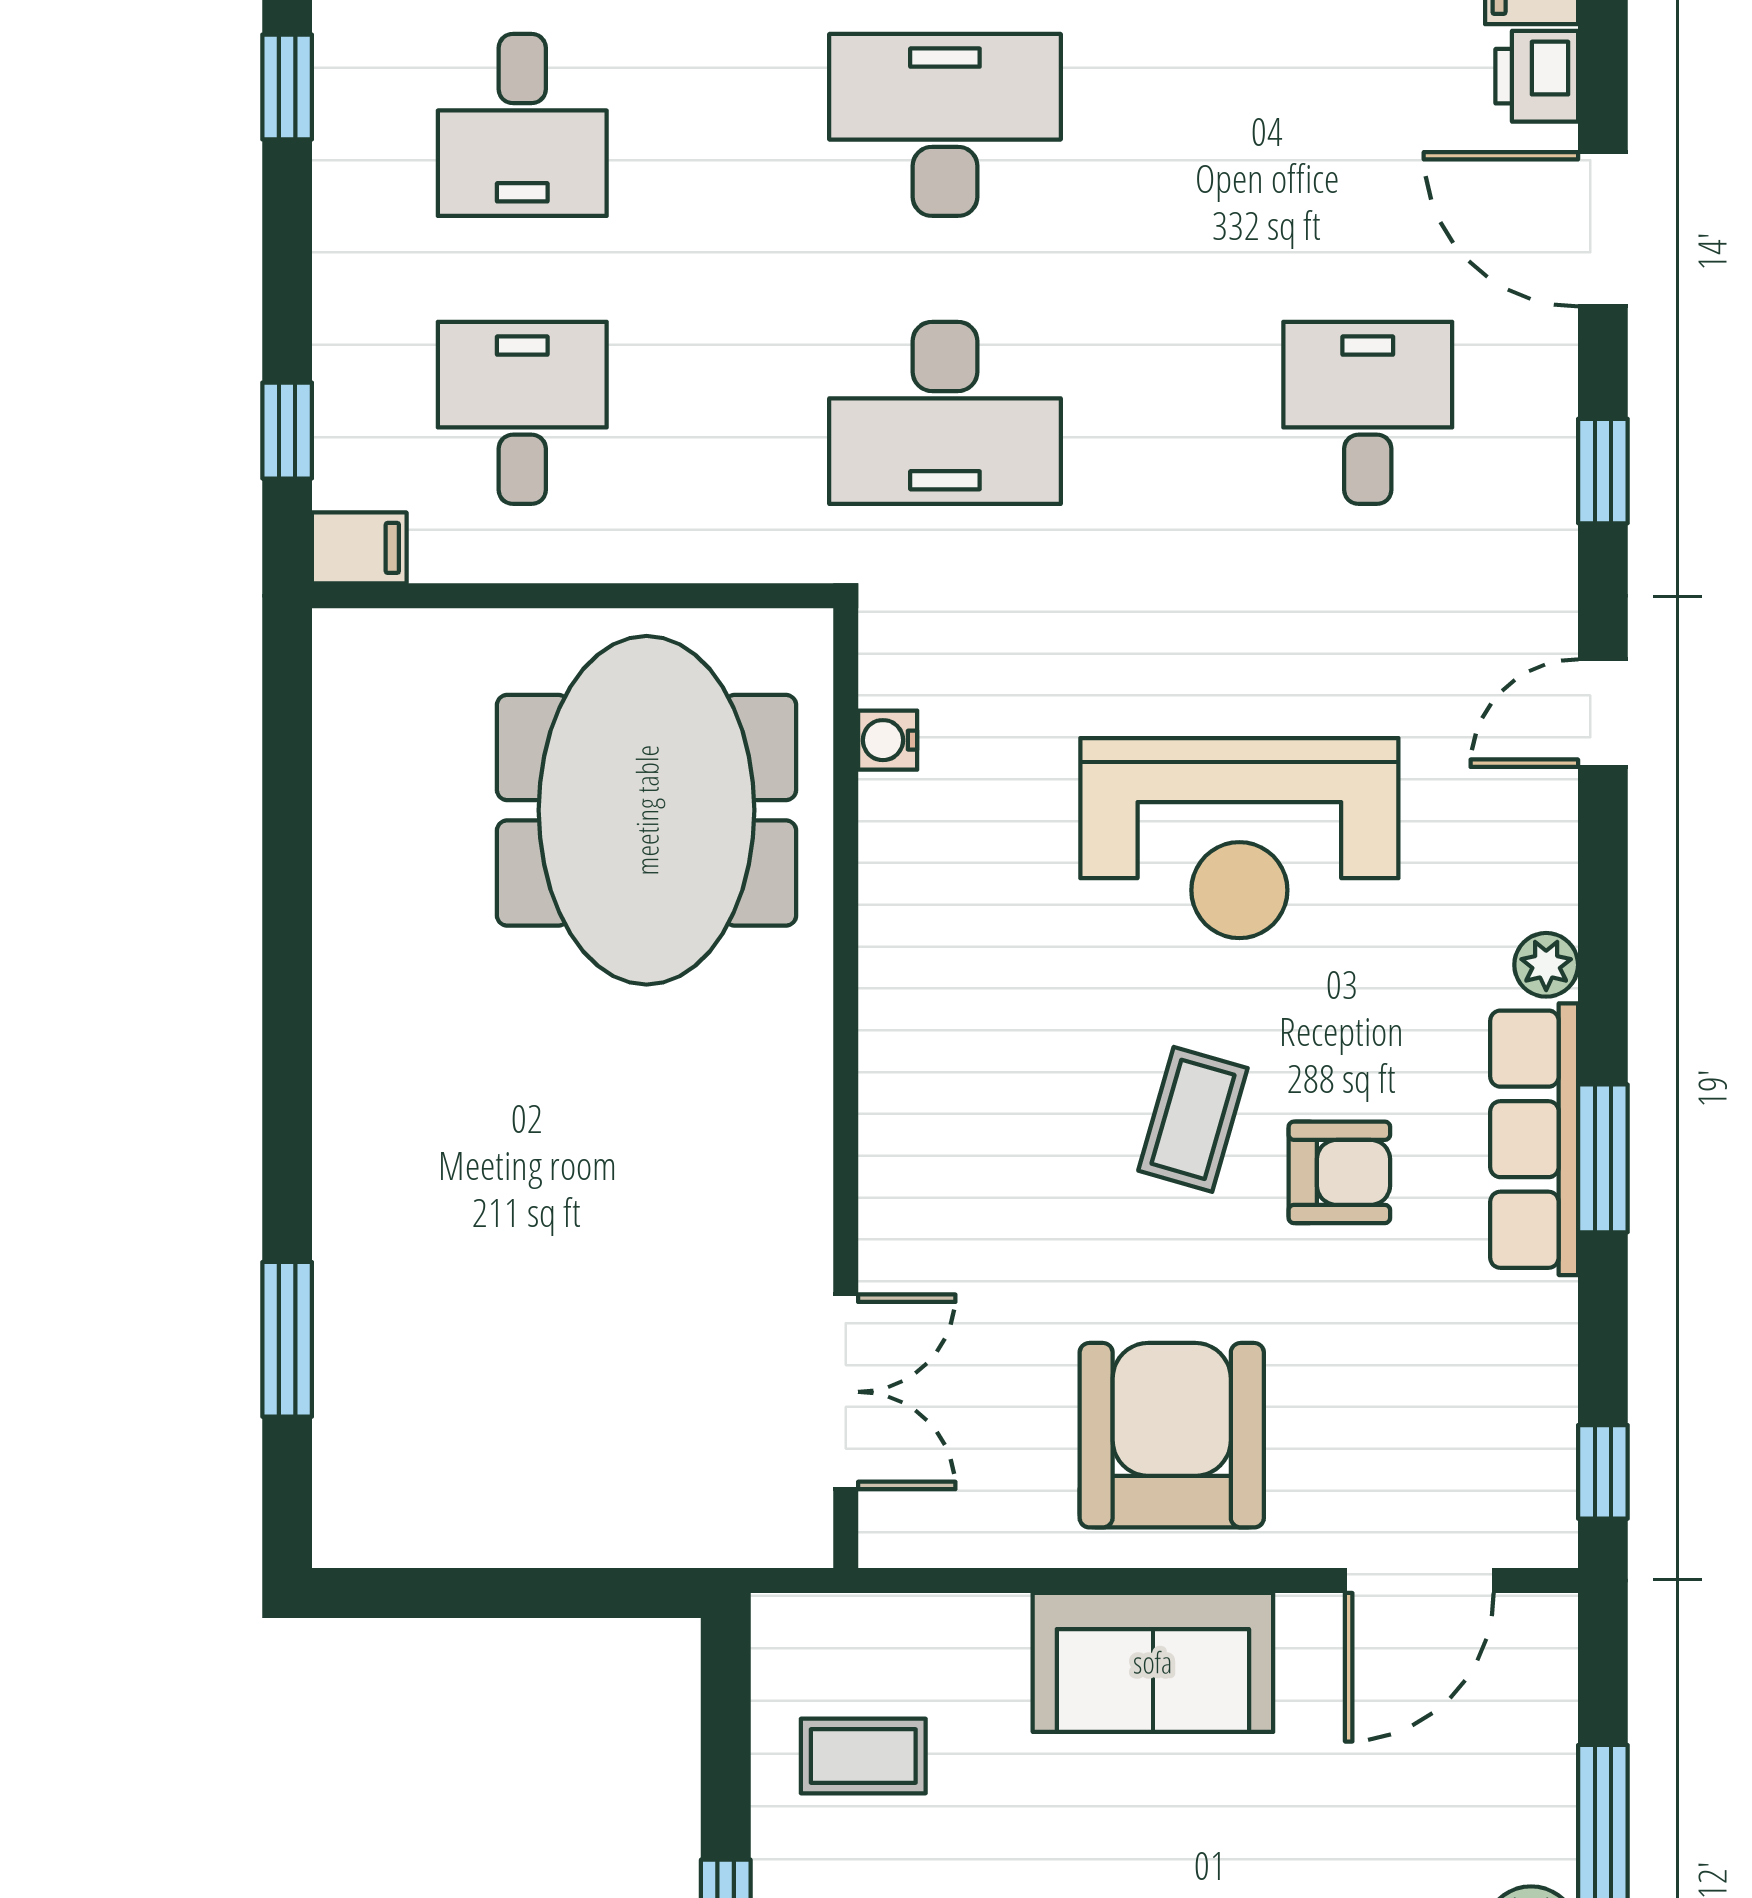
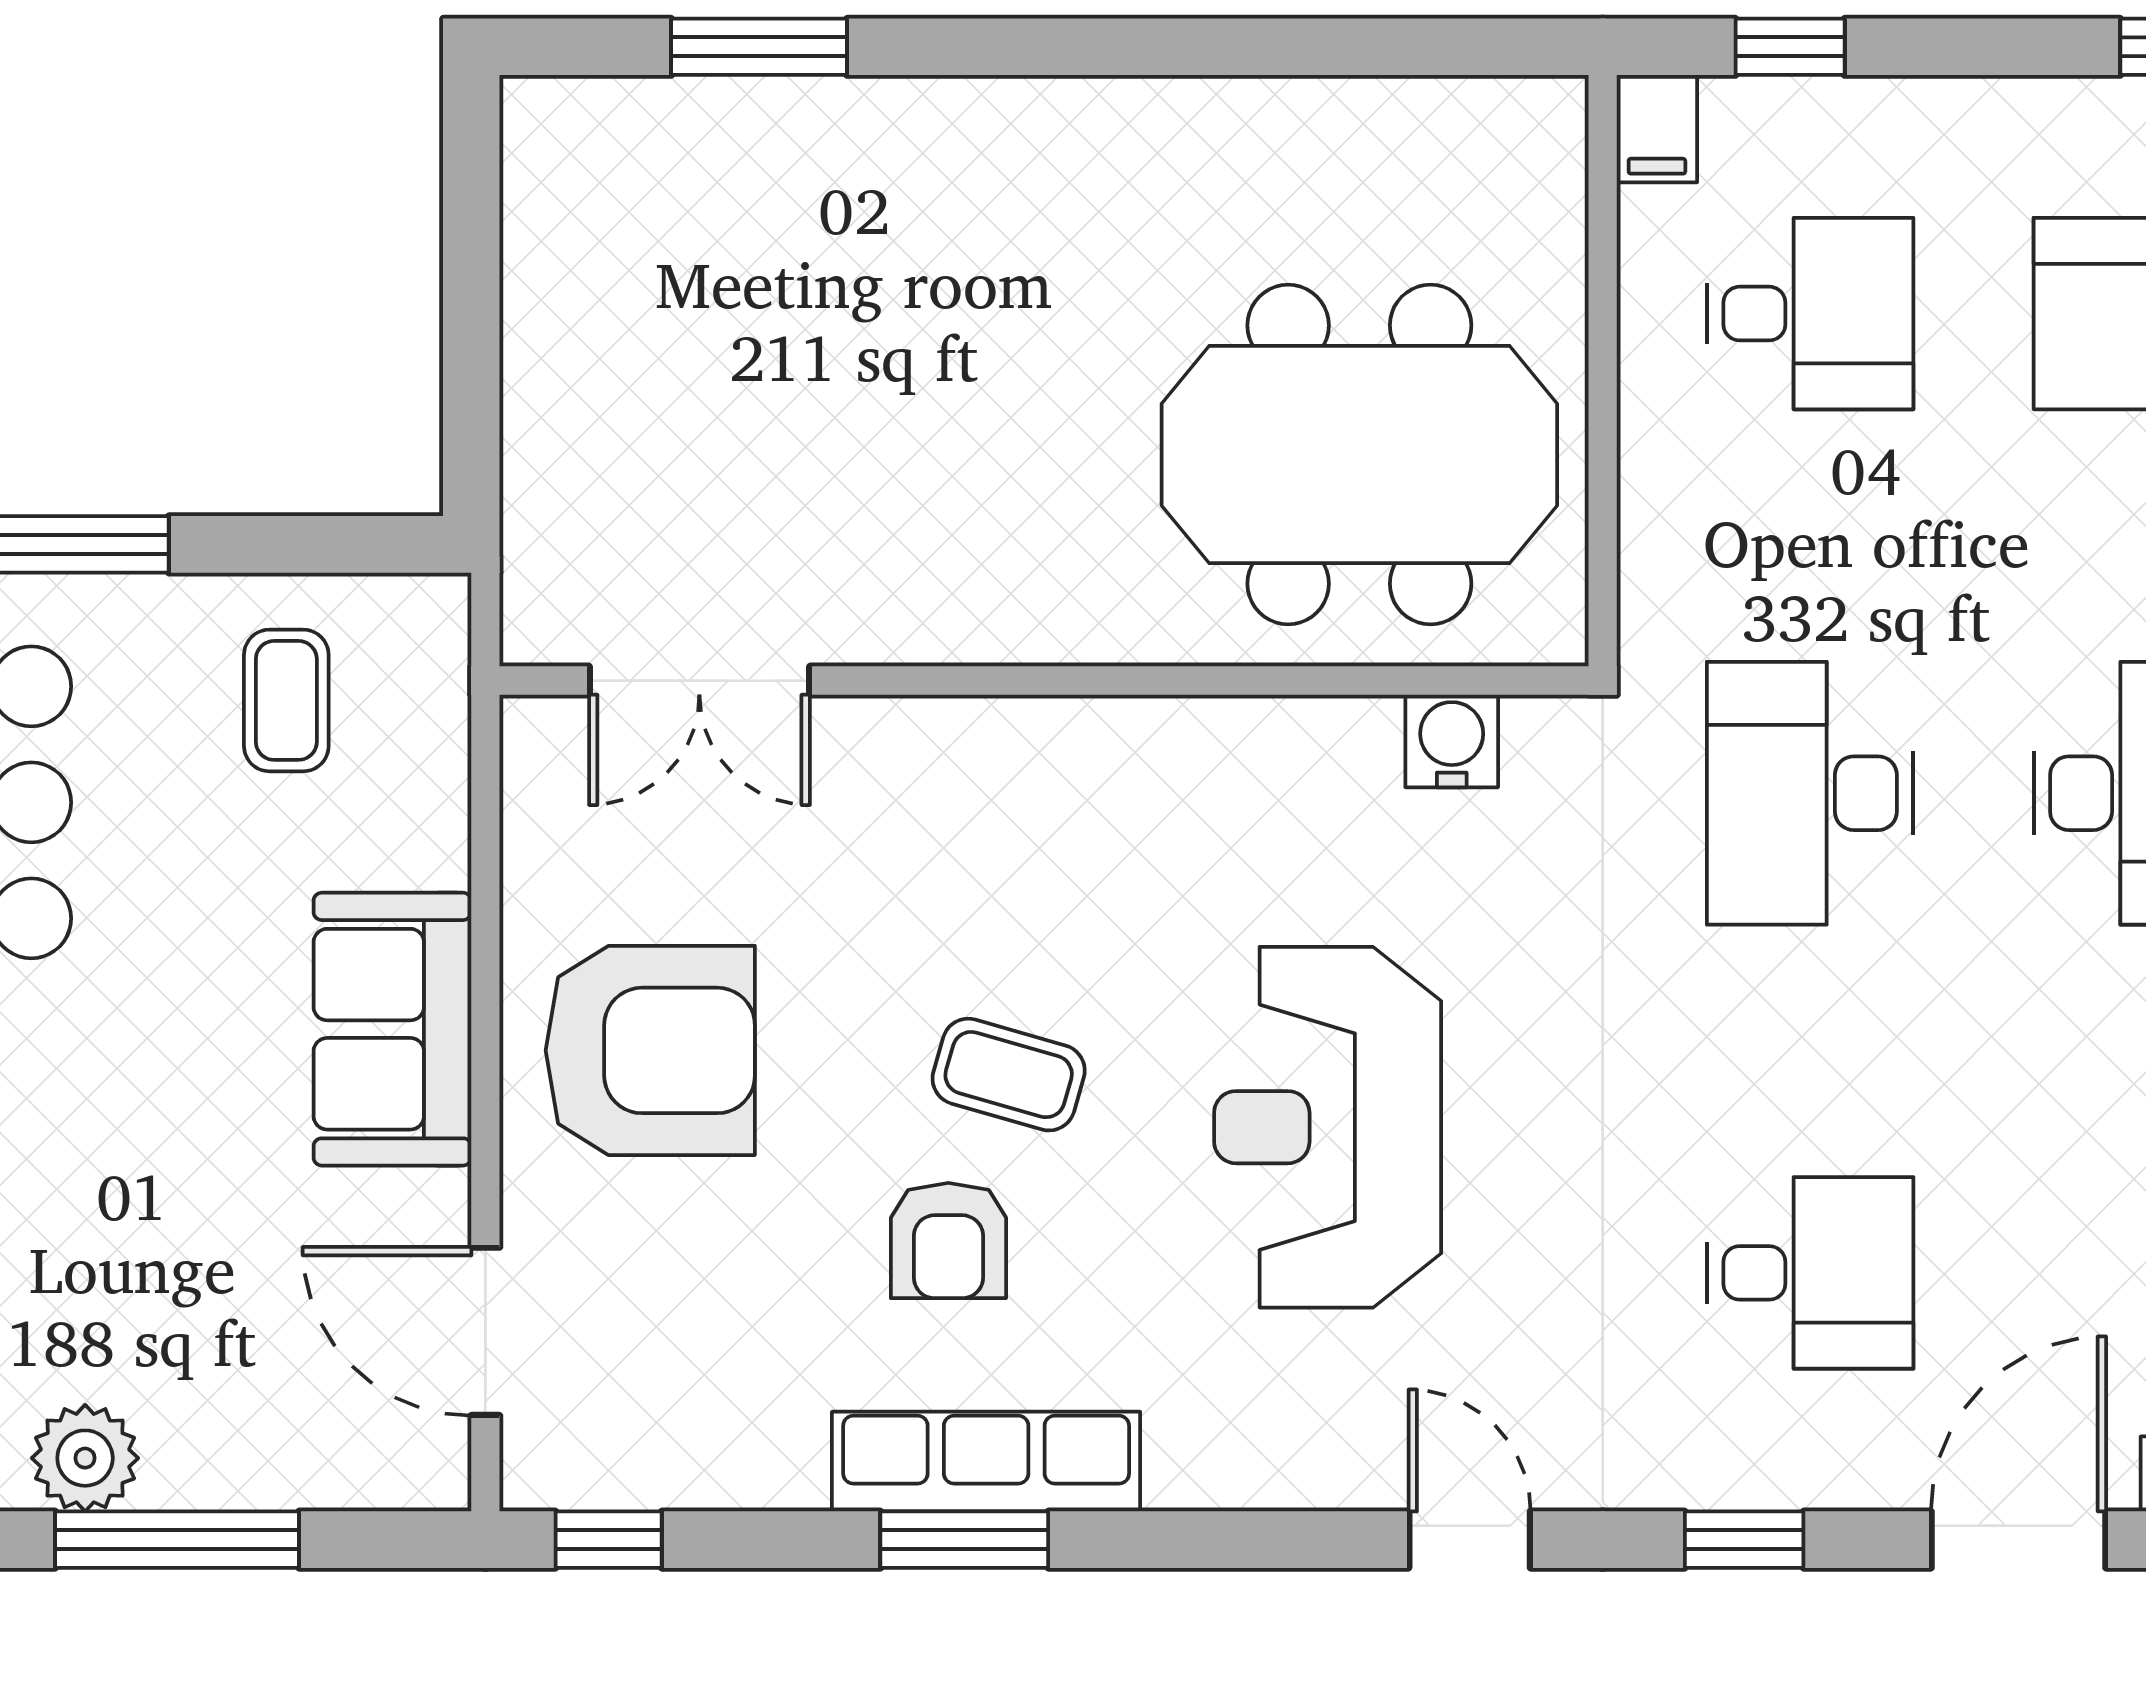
water cooler: (888, 740) -> (1452, 741), width x1.38, depth x1.38
plant: (1546, 965) -> (1184, 1475), removed

